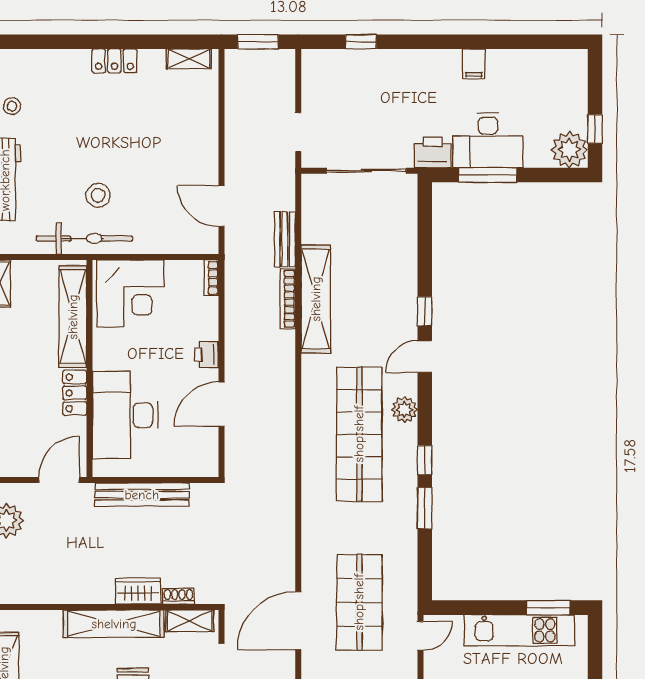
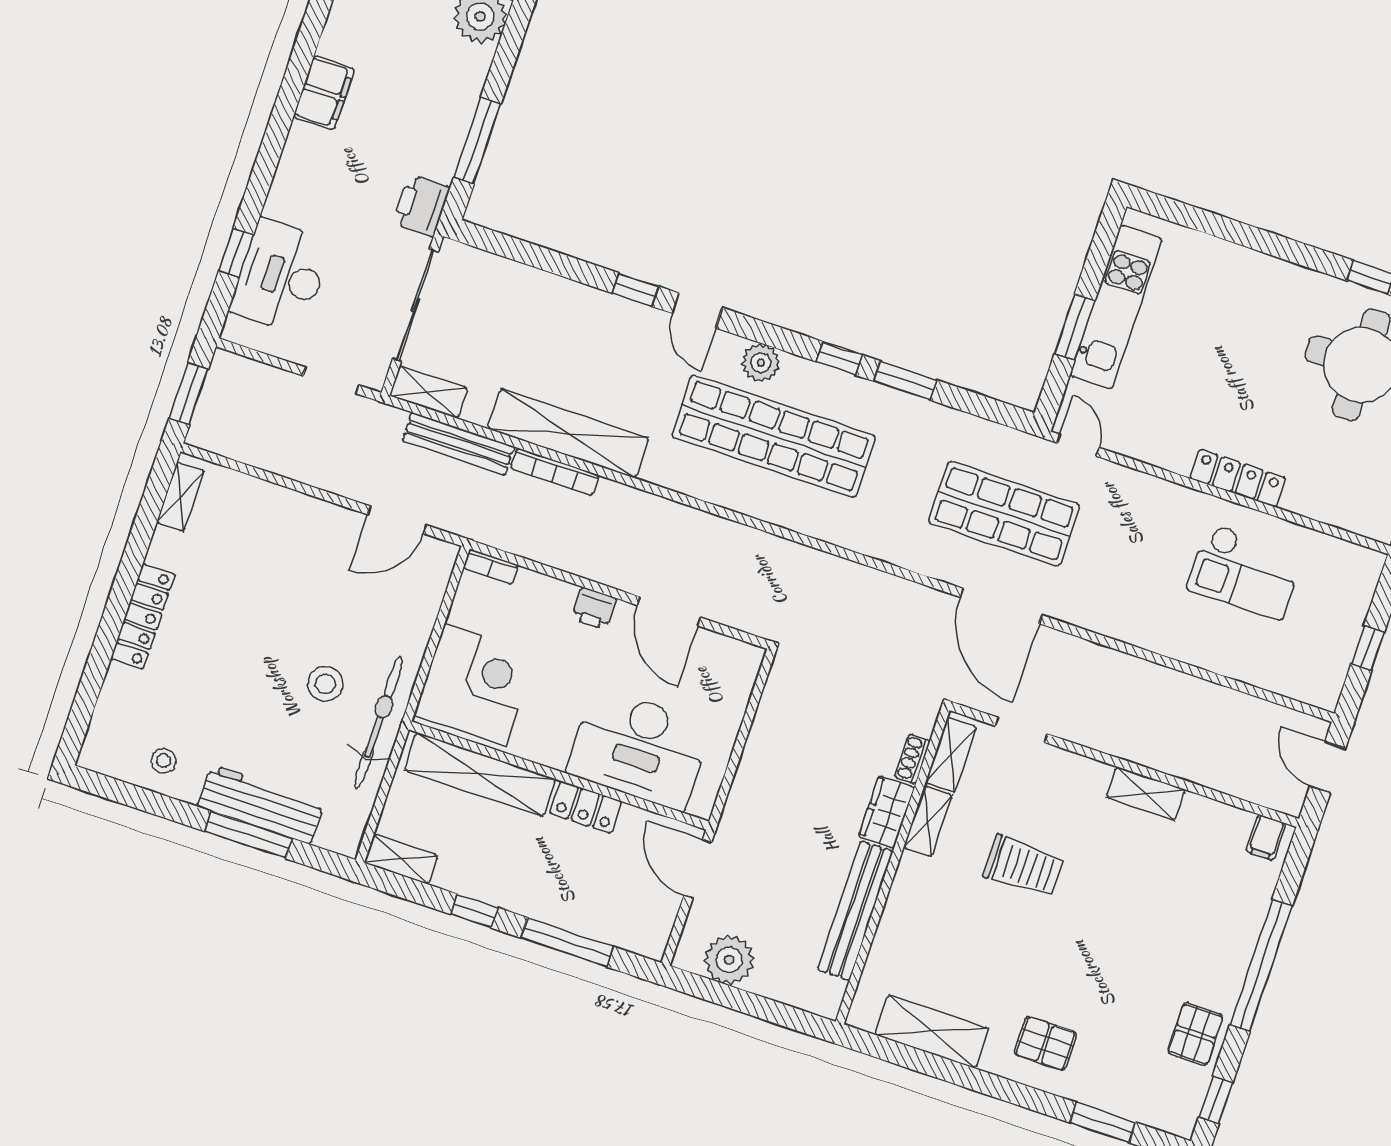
locker: (114, 61) -> (143, 616), width x1.53
filing cabinet: (474, 64) -> (324, 93), width x2.00
desk: (488, 140) -> (281, 276), moved, turned 180
shelving: (312, 198) -> (429, 392), added
bench: (285, 239) -> (458, 444), width x1.36
bench: (142, 495) -> (855, 911), moved
window: (548, 608) -> (1075, 327), moved
shelving: (114, 624) -> (928, 821), width x0.45, depth x0.75

